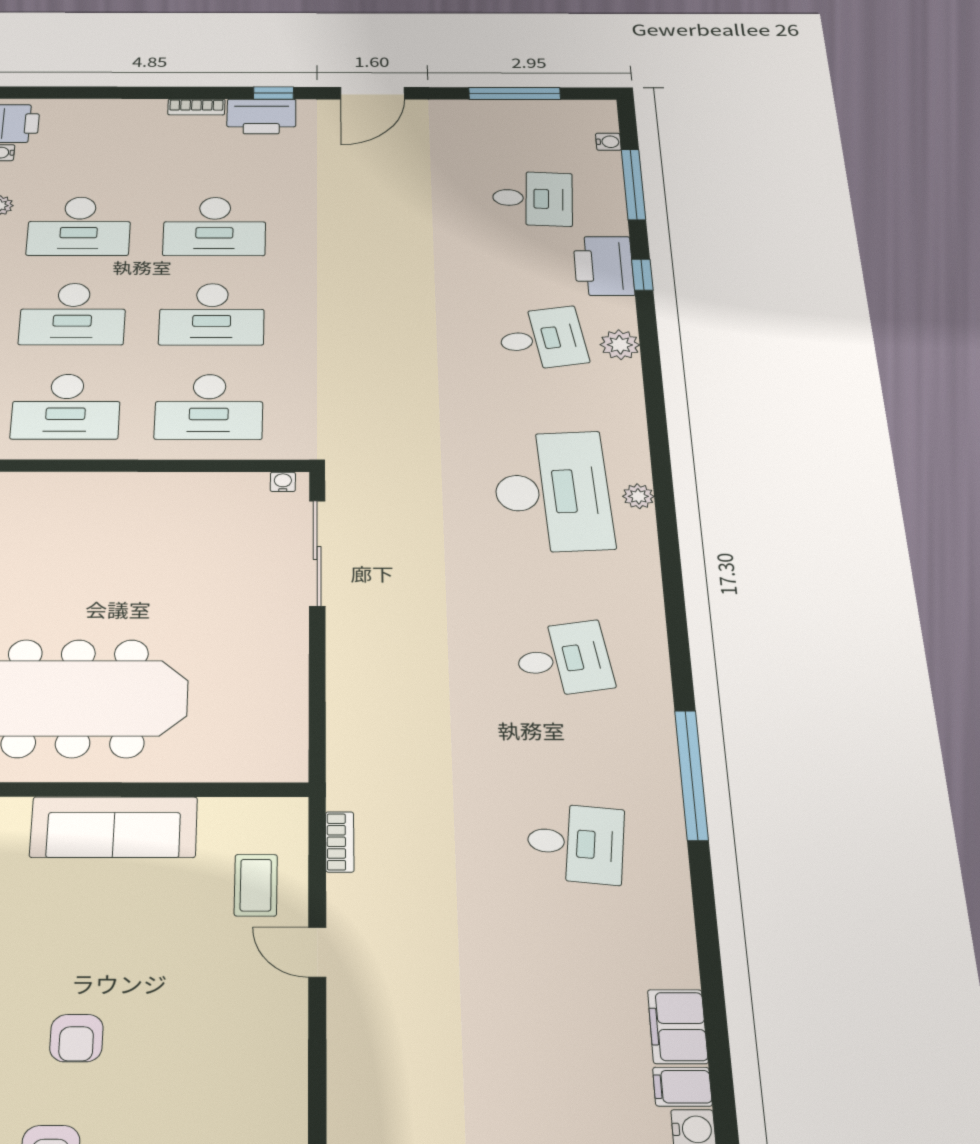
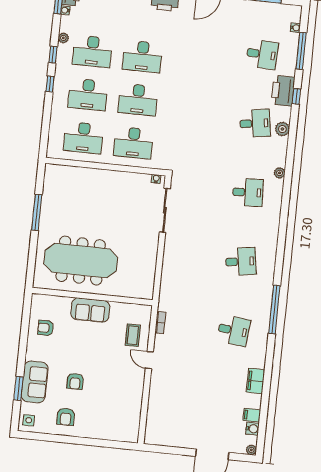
desk: (552, 492) -> (248, 192), width x0.53, depth x0.77
plant: (638, 496) -> (280, 173), moved
sofa: (114, 827) -> (90, 310), width x0.73
filing cabinet: (678, 1026) -> (255, 381), moved

